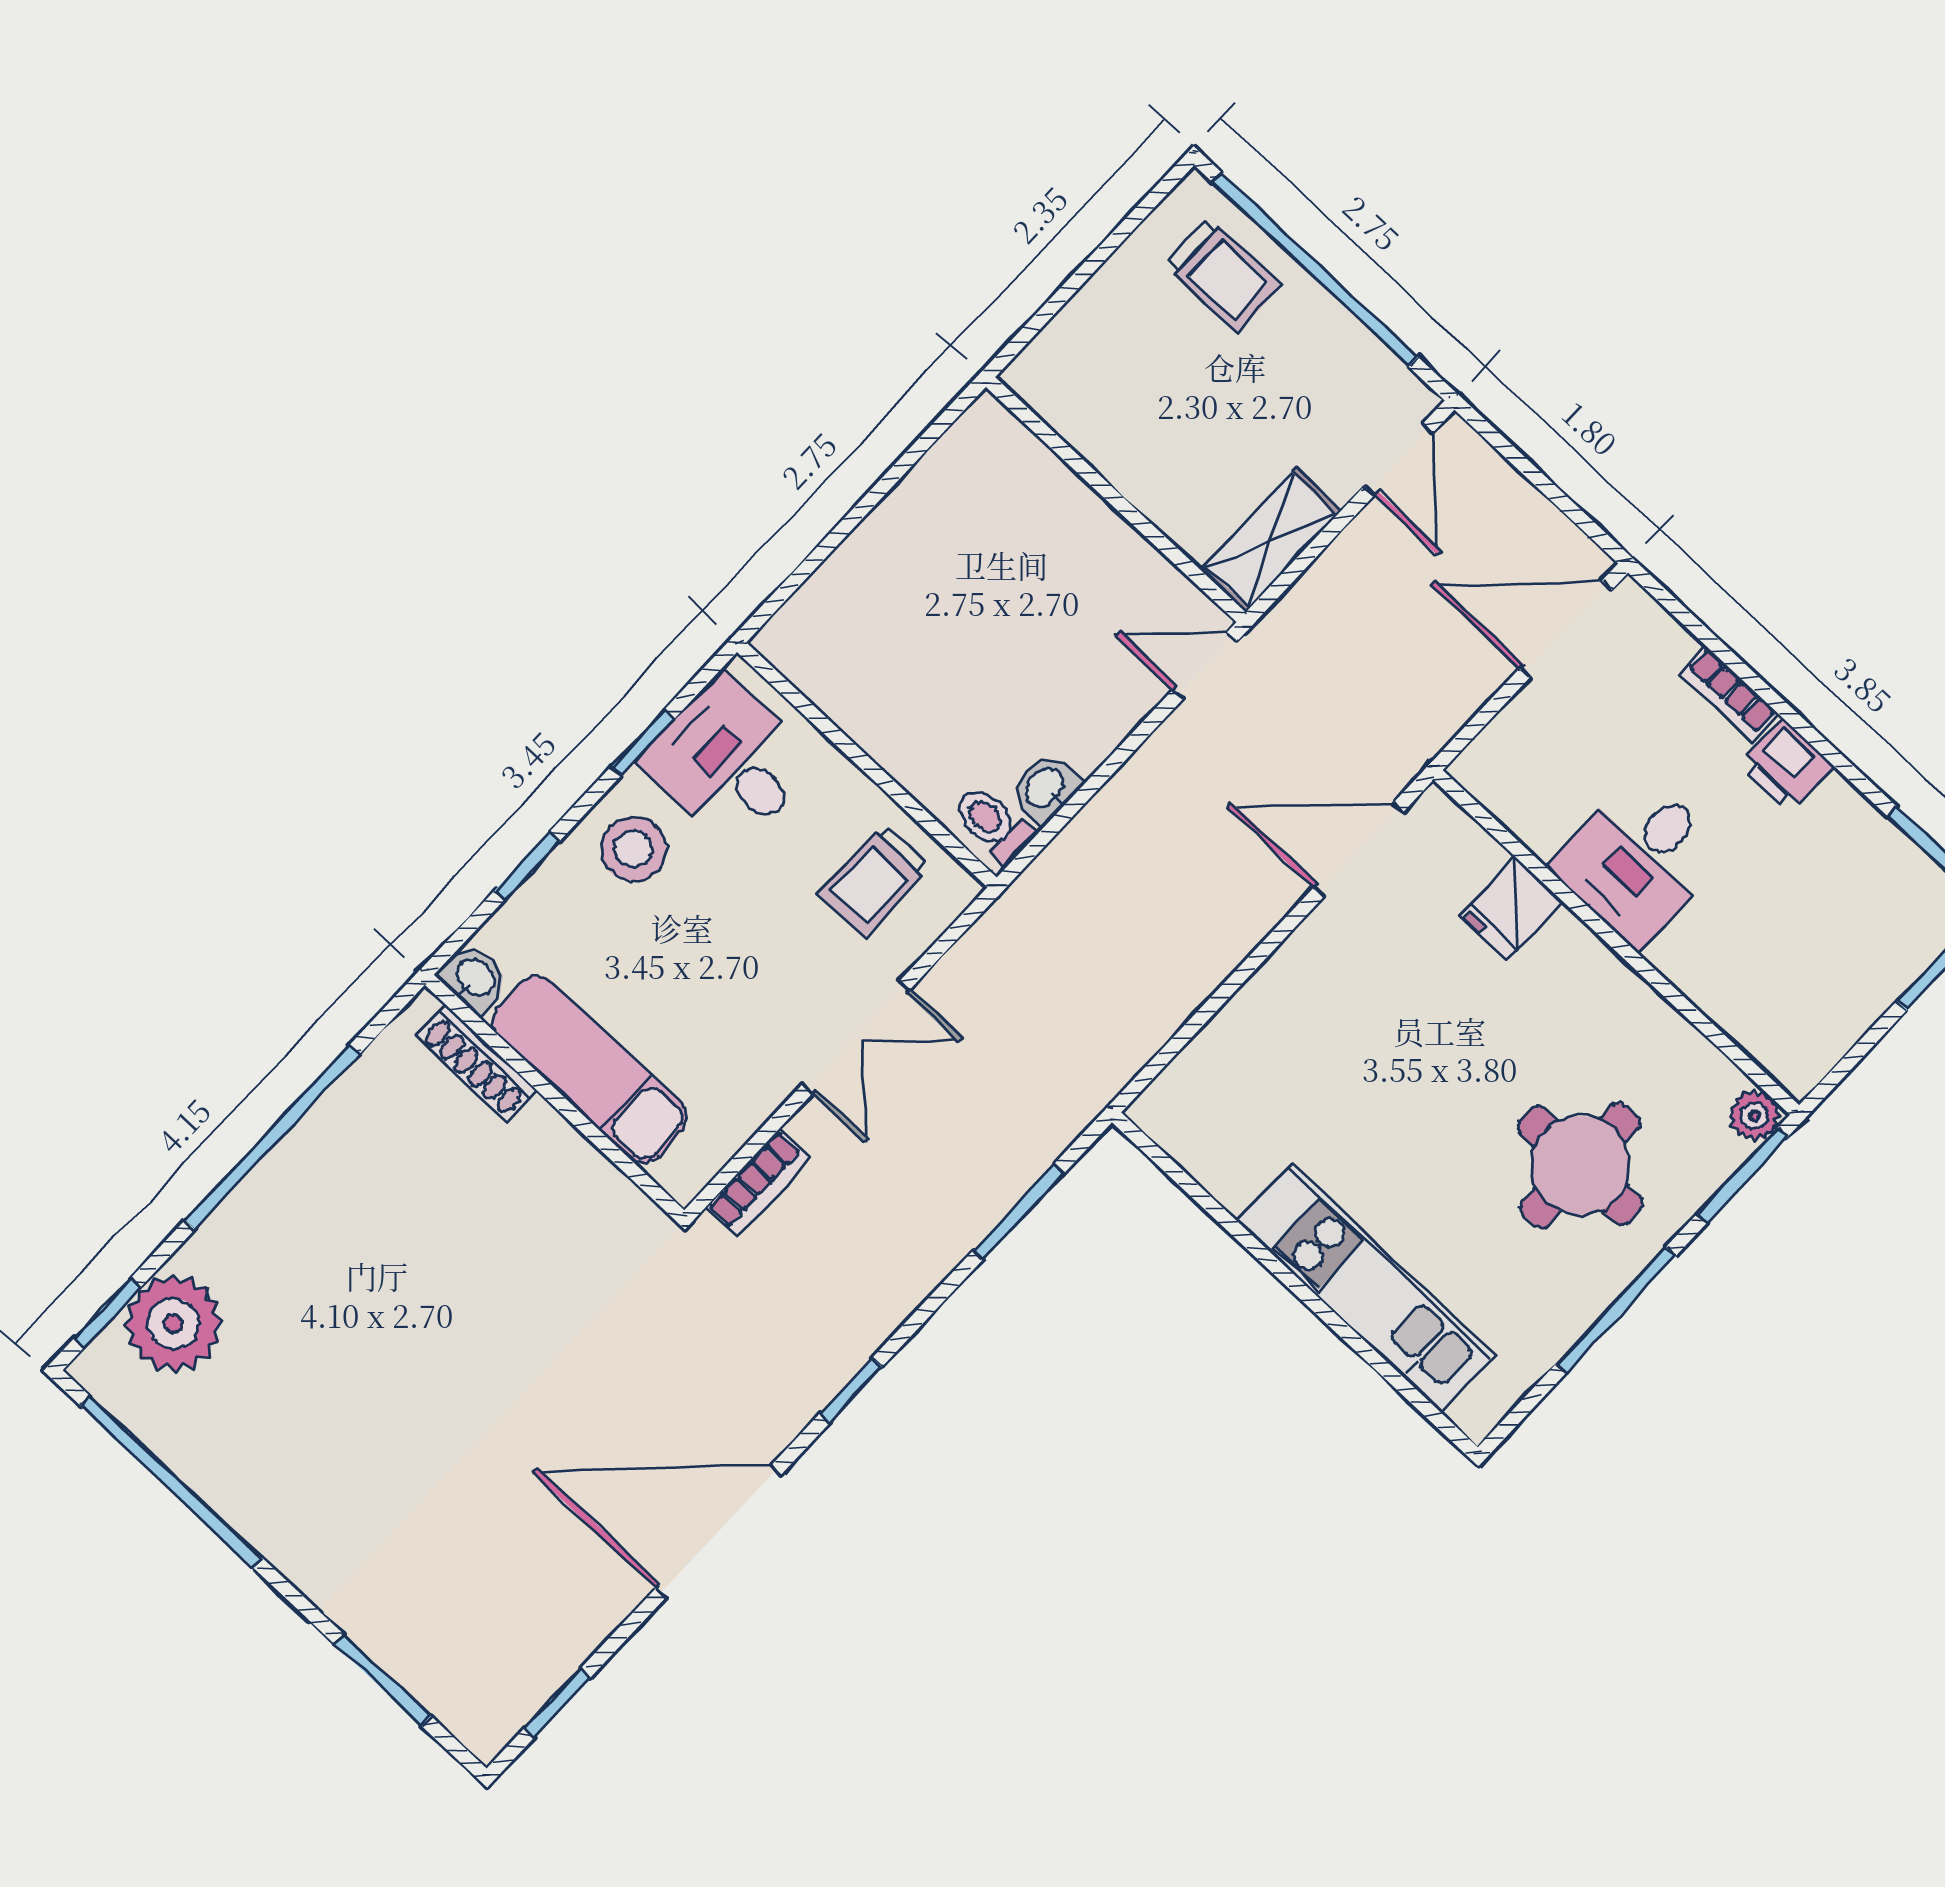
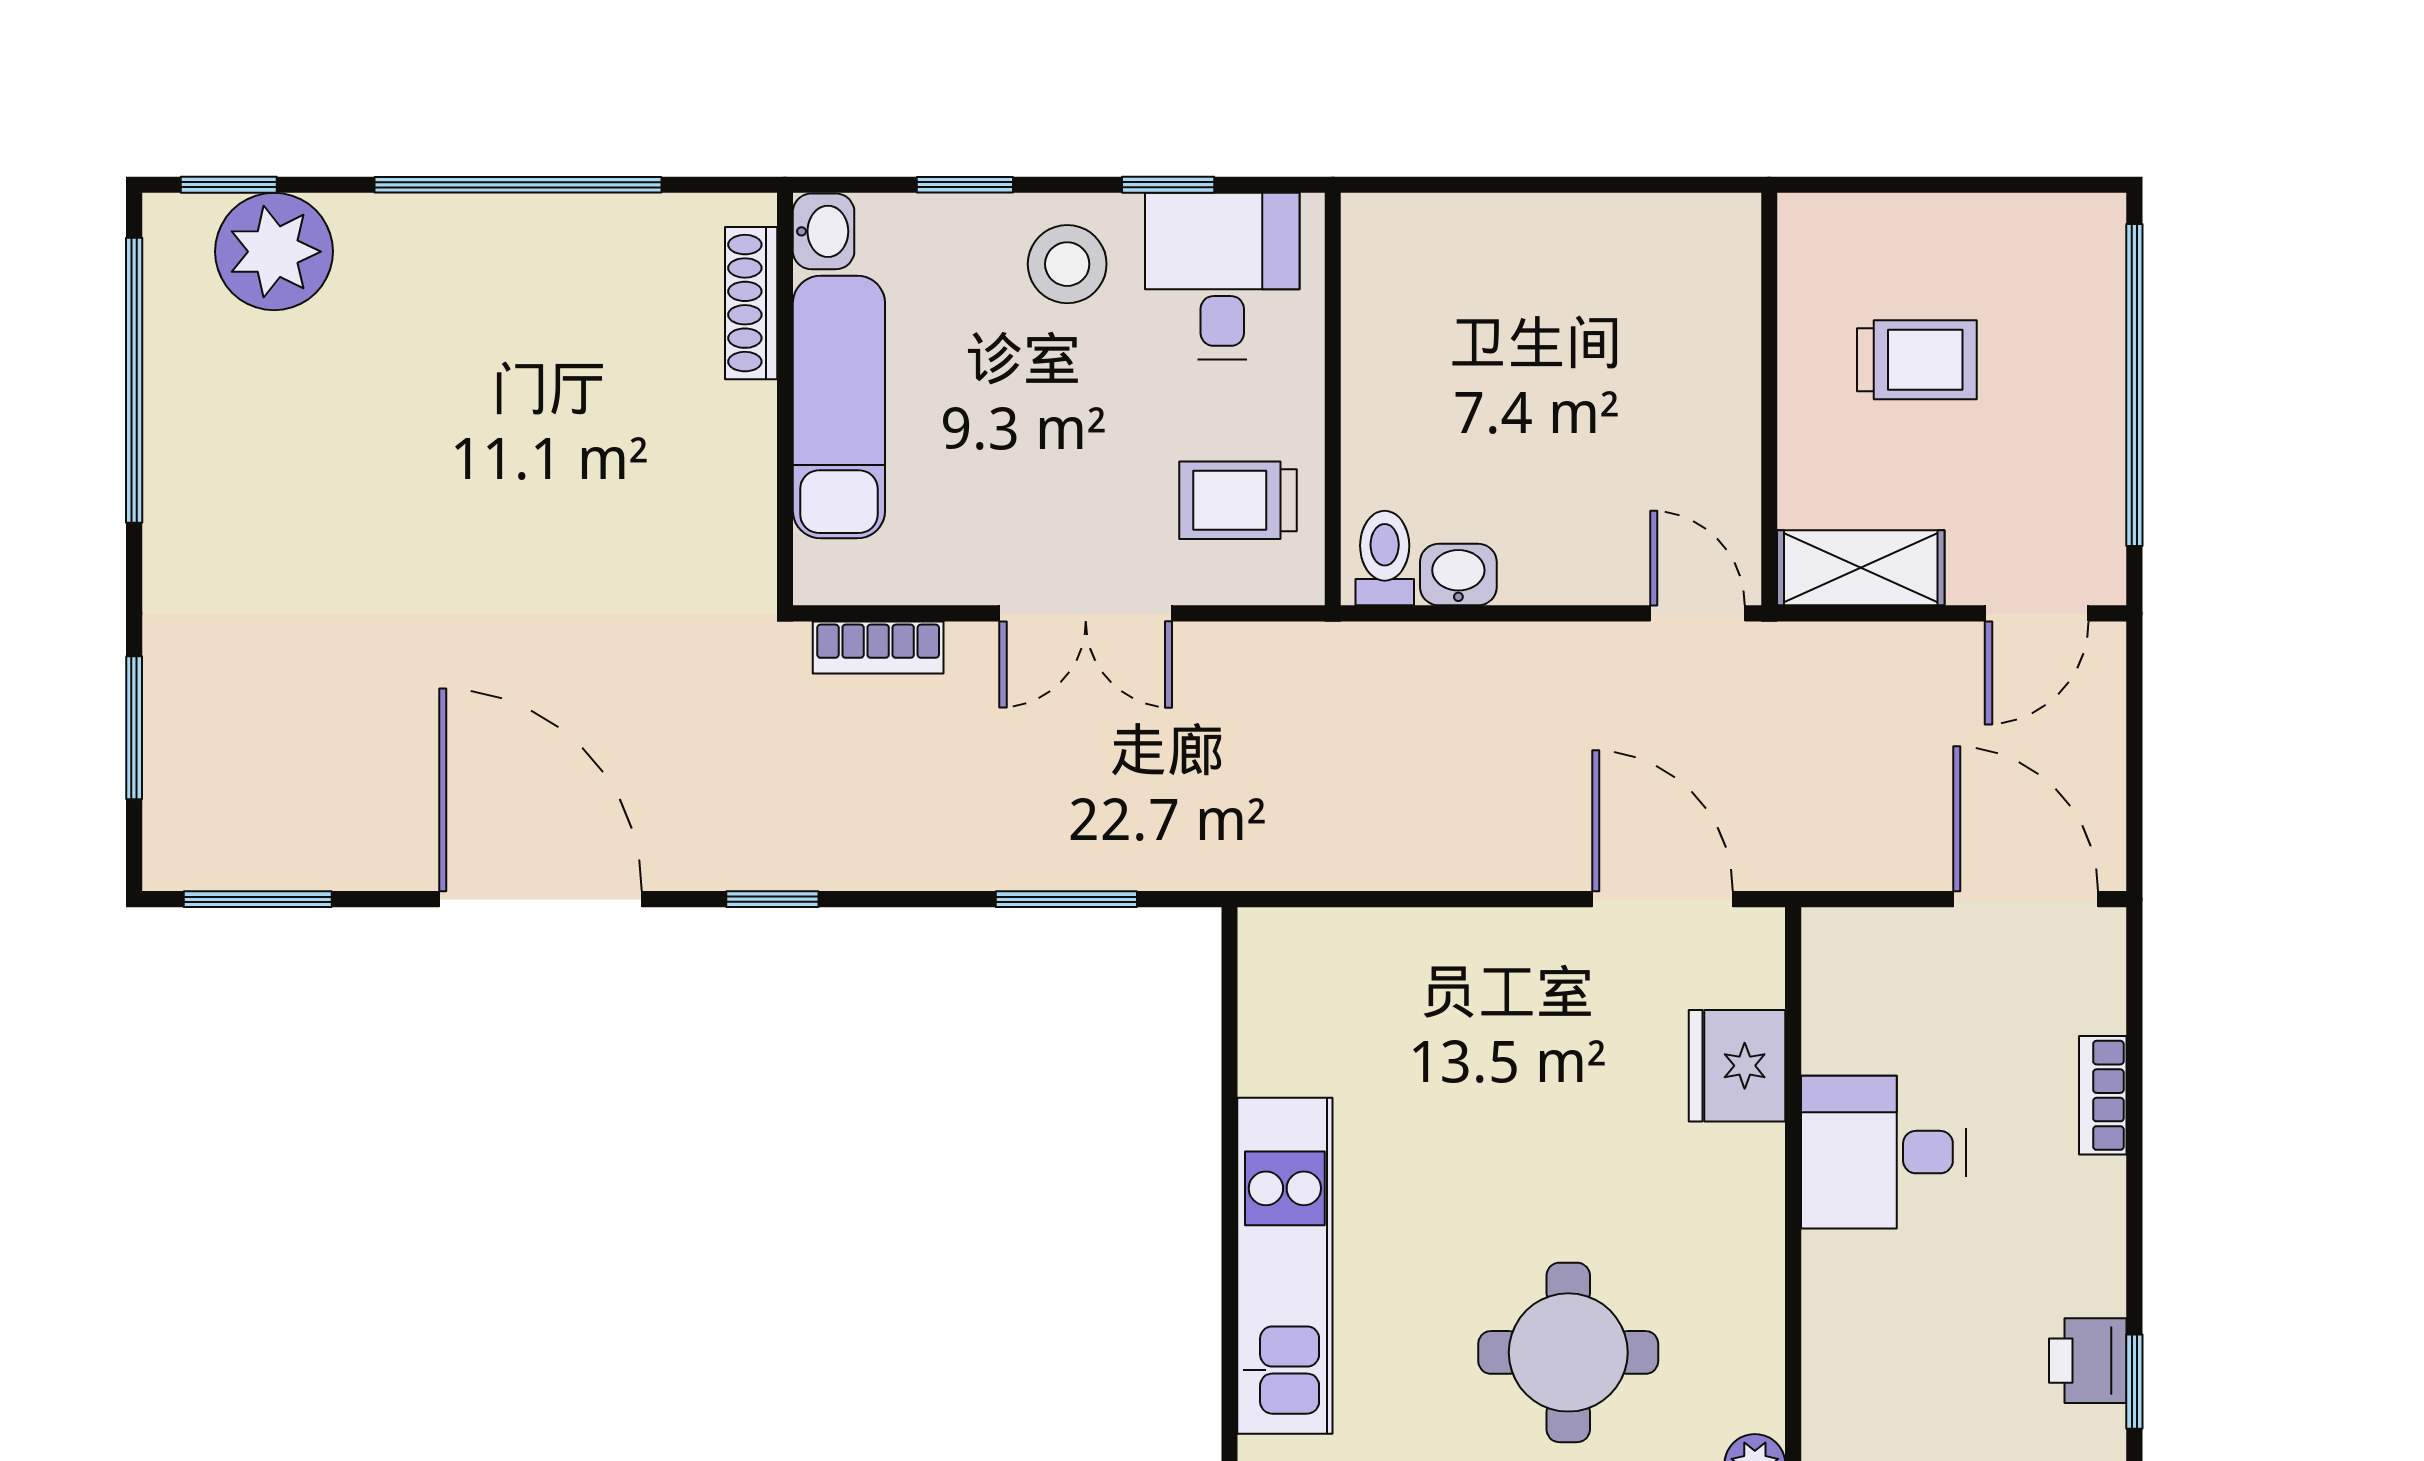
trolley: (1223, 275) -> (1917, 360), moved, turned -90
printer: (1786, 765) -> (2088, 1361), moved
fridge: (1512, 908) -> (1737, 1066), width x1.38
window: (558, 1703) -> (258, 899), width x1.50

